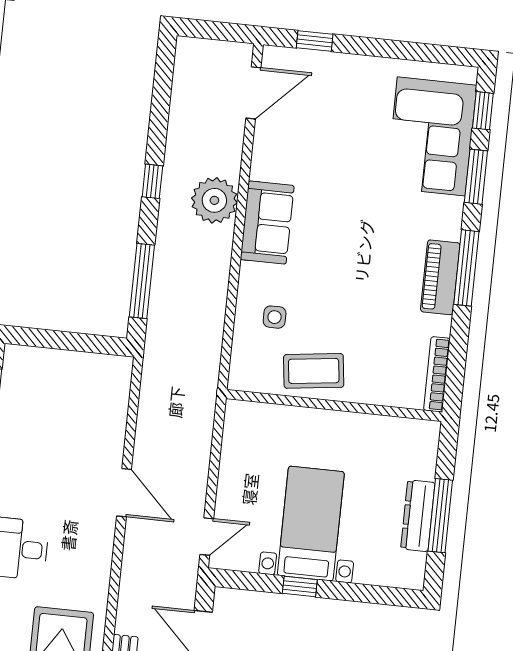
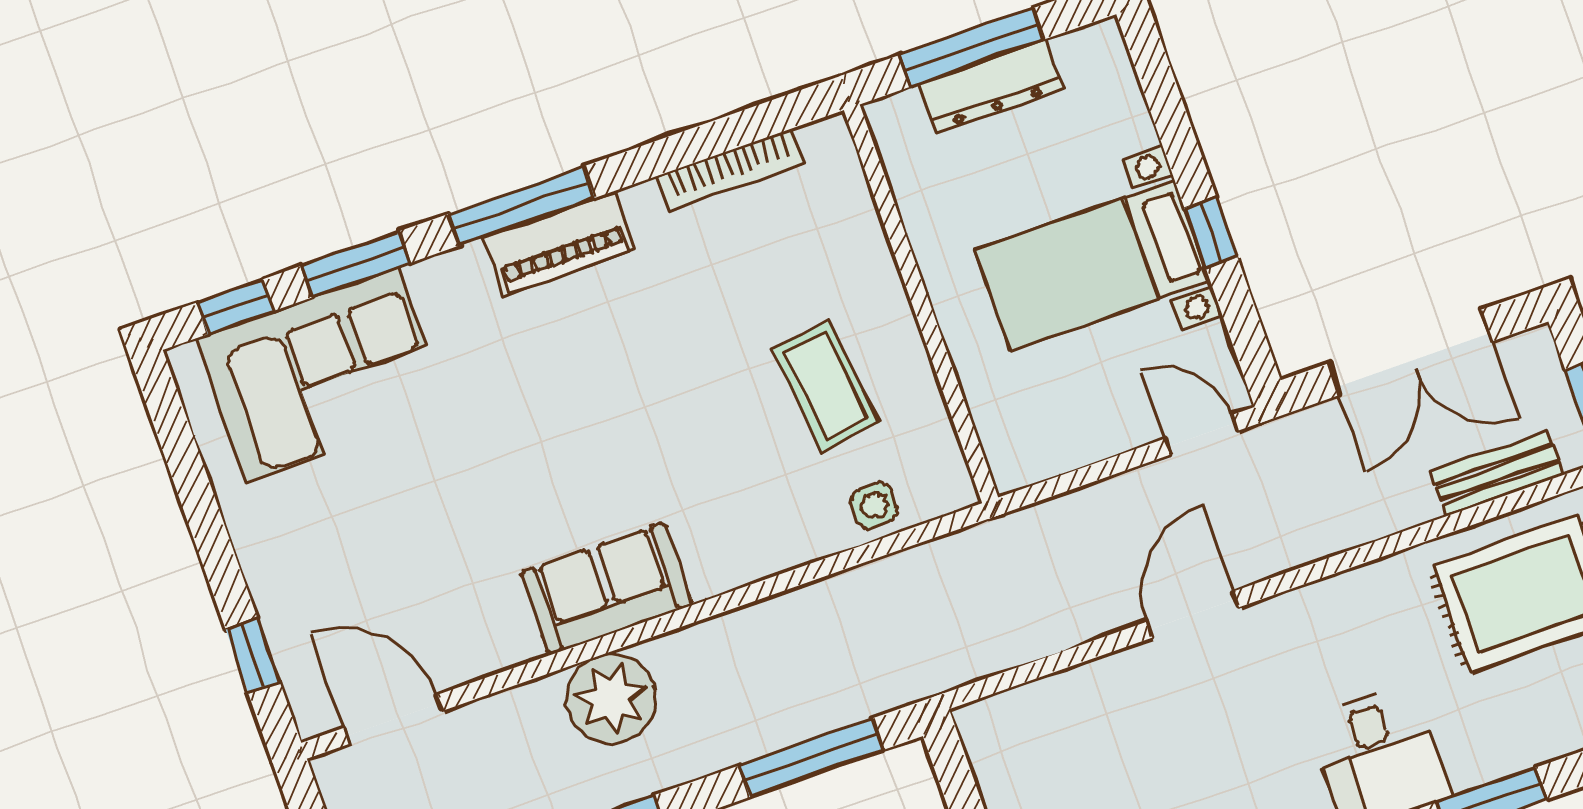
side table: (275, 317) -> (874, 505), moved
wall: (334, 405) -> (921, 304), moved

